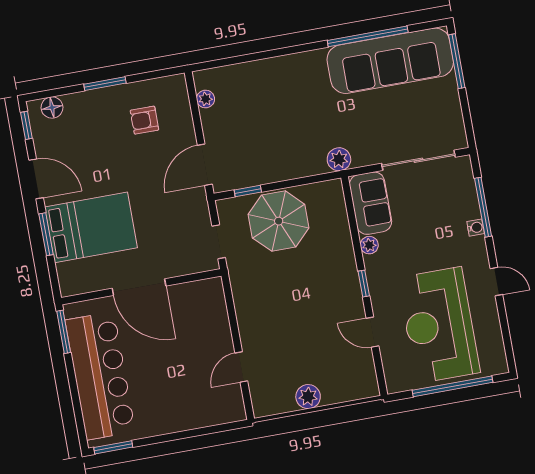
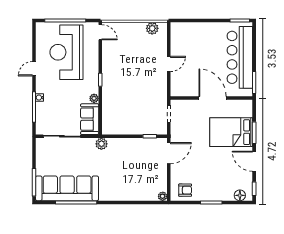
plant: (206, 99) -> (163, 196), moved
armchair: (144, 120) -> (185, 190), moved
parasol: (279, 221) -> (137, 118), removed
door: (496, 282) -> (34, 69), hinge flipped
reception desk: (439, 325) -> (67, 52), turned 180
door: (372, 332) -> (100, 32), moved
door: (241, 367) -> (169, 64), moved
plant: (308, 397) -> (152, 28), moved

